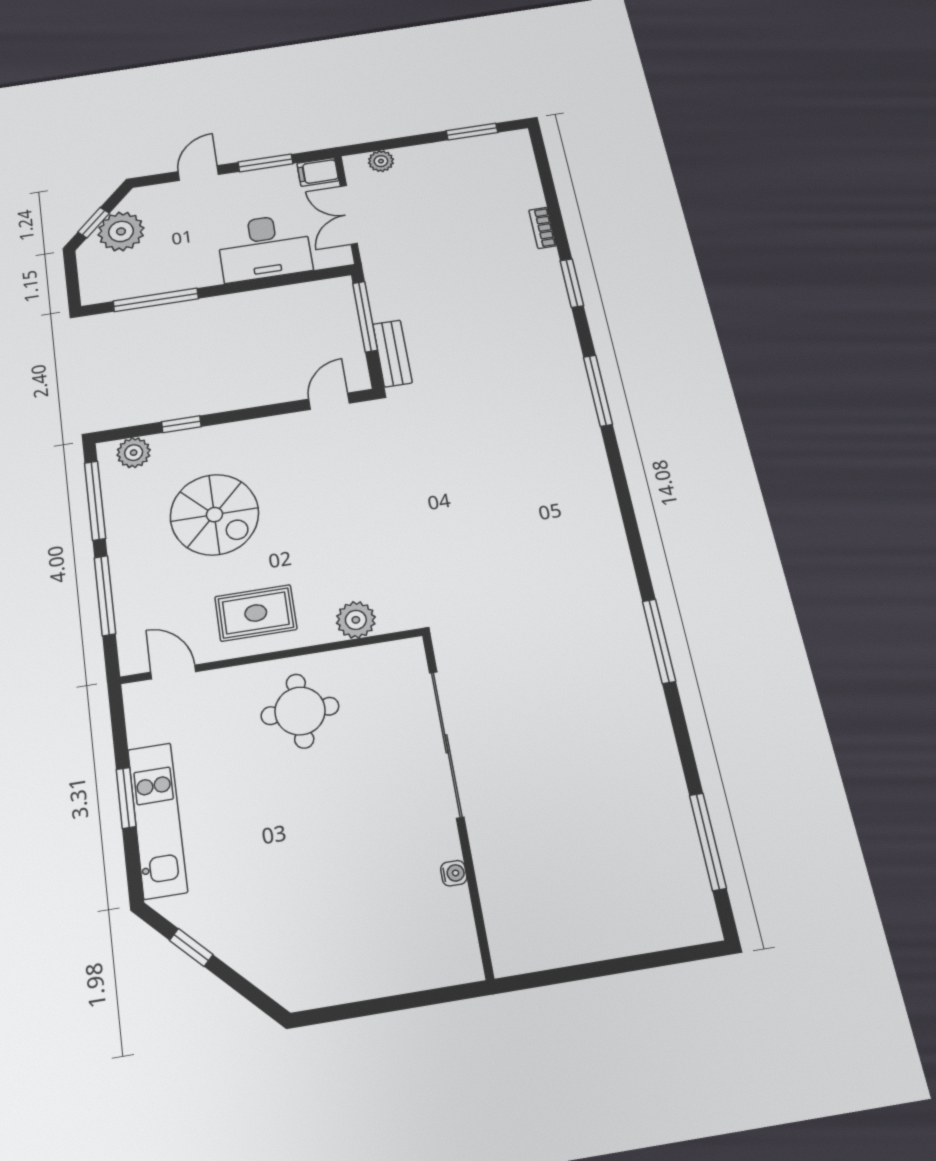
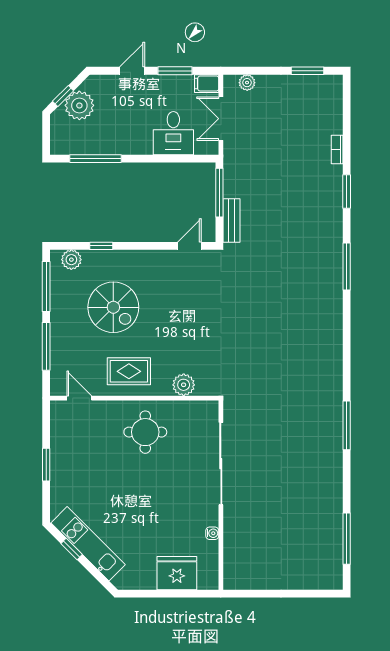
desk: (264, 248) -> (173, 133), width x0.73
kitchen unit: (157, 820) -> (88, 544), moved, turned -45
fridge: (400, 961) -> (177, 573), added

